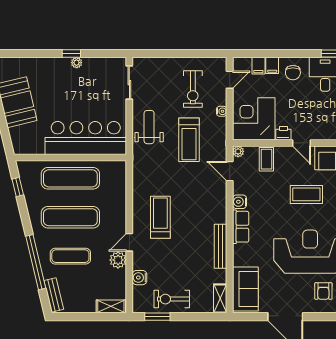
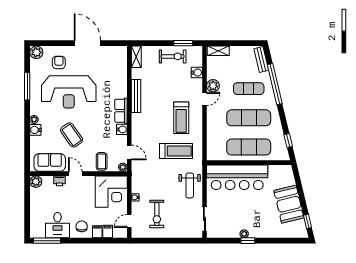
exercise bike: (193, 89) -> (157, 214), turned 180
printer: (283, 133) -> (59, 181), moved
treadmill: (189, 140) -> (176, 151), moved, turned 90
coffee table: (306, 194) -> (72, 135), turned 55
sofa: (245, 289) -> (117, 64), removed

